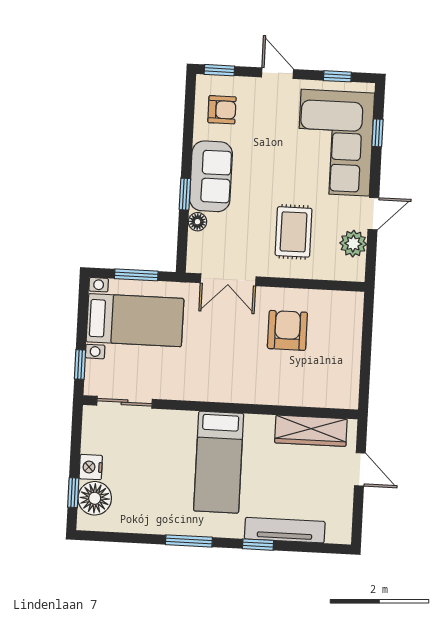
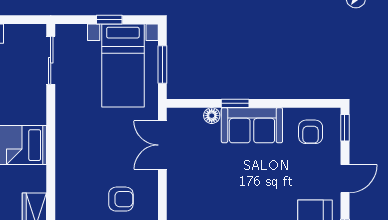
rug: (294, 232) -> (207, 200), removed
armchair: (287, 330) -> (121, 199), width x0.72, depth x0.72
window: (80, 364) -> (109, 20), moved

